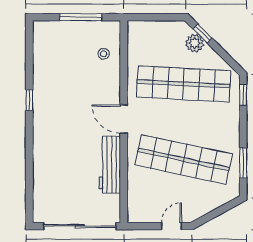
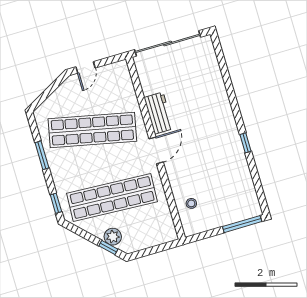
window: (81, 17) -> (242, 224), moved
door: (124, 119) -> (156, 150), hinge flipped
window: (243, 163) -> (42, 155), moved
workbench: (110, 165) -> (159, 113), width x0.73

